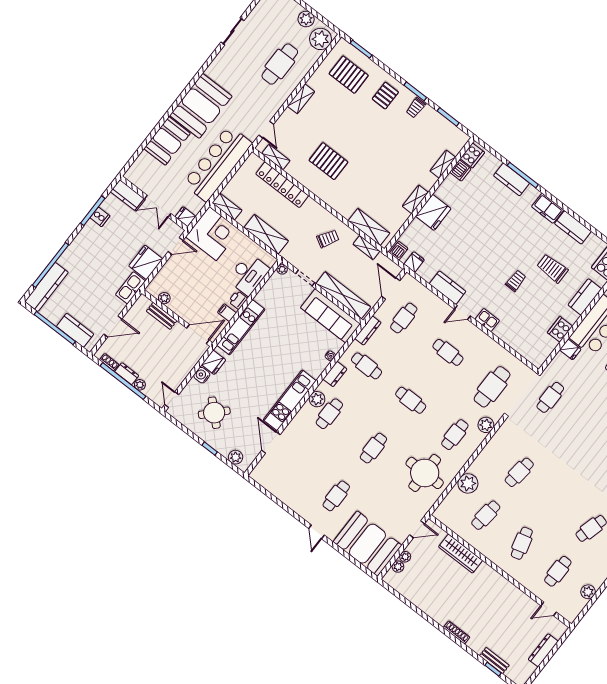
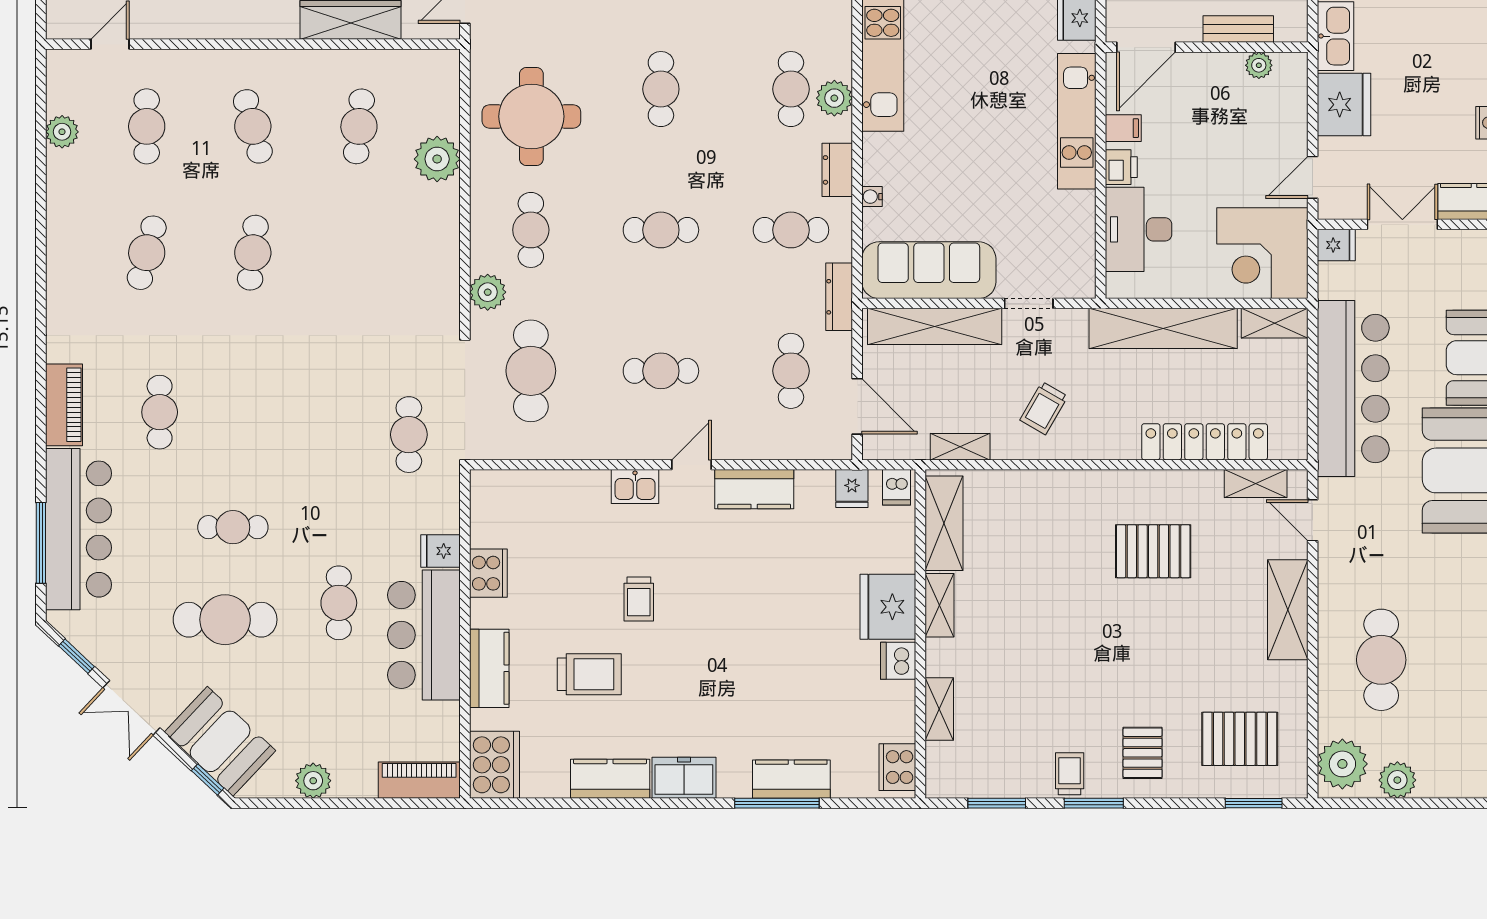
shelving: (301, 99) -> (1288, 610), width x1.50, depth x1.33
dishwasher: (460, 171) -> (898, 661), moved
shelving: (369, 227) -> (944, 523), moved, turned 90
shelving: (266, 234) -> (1163, 328), width x1.47
plant: (282, 269) -> (1084, 287), removed
cafe table: (519, 472) -> (253, 253), moved

